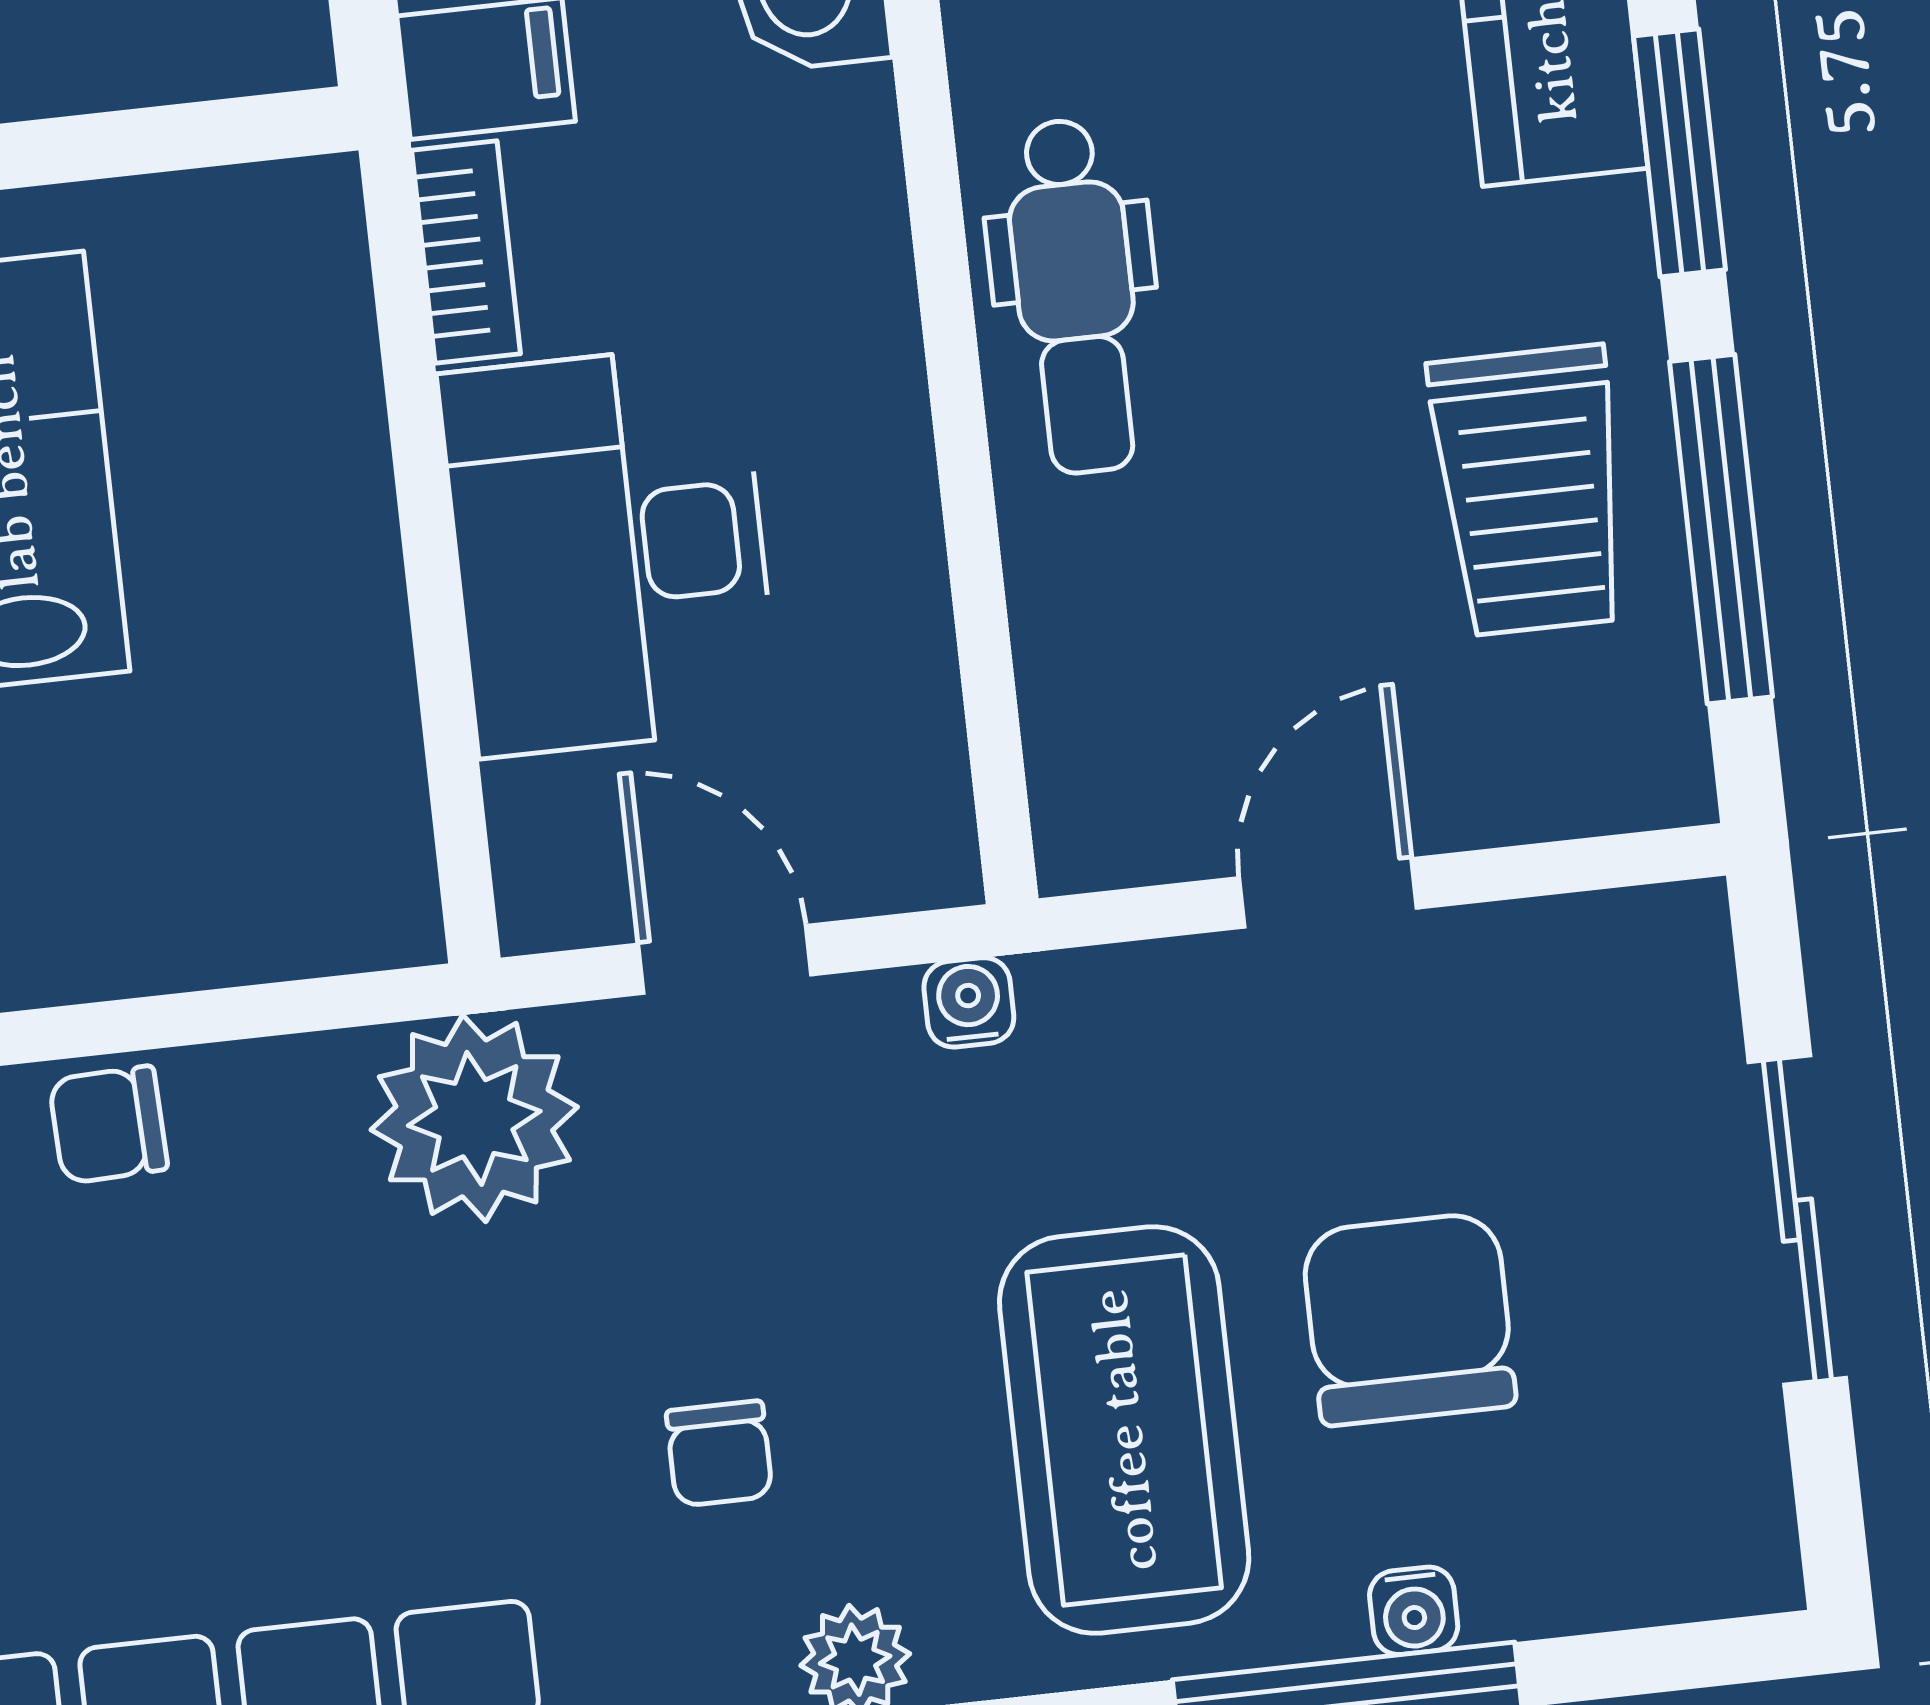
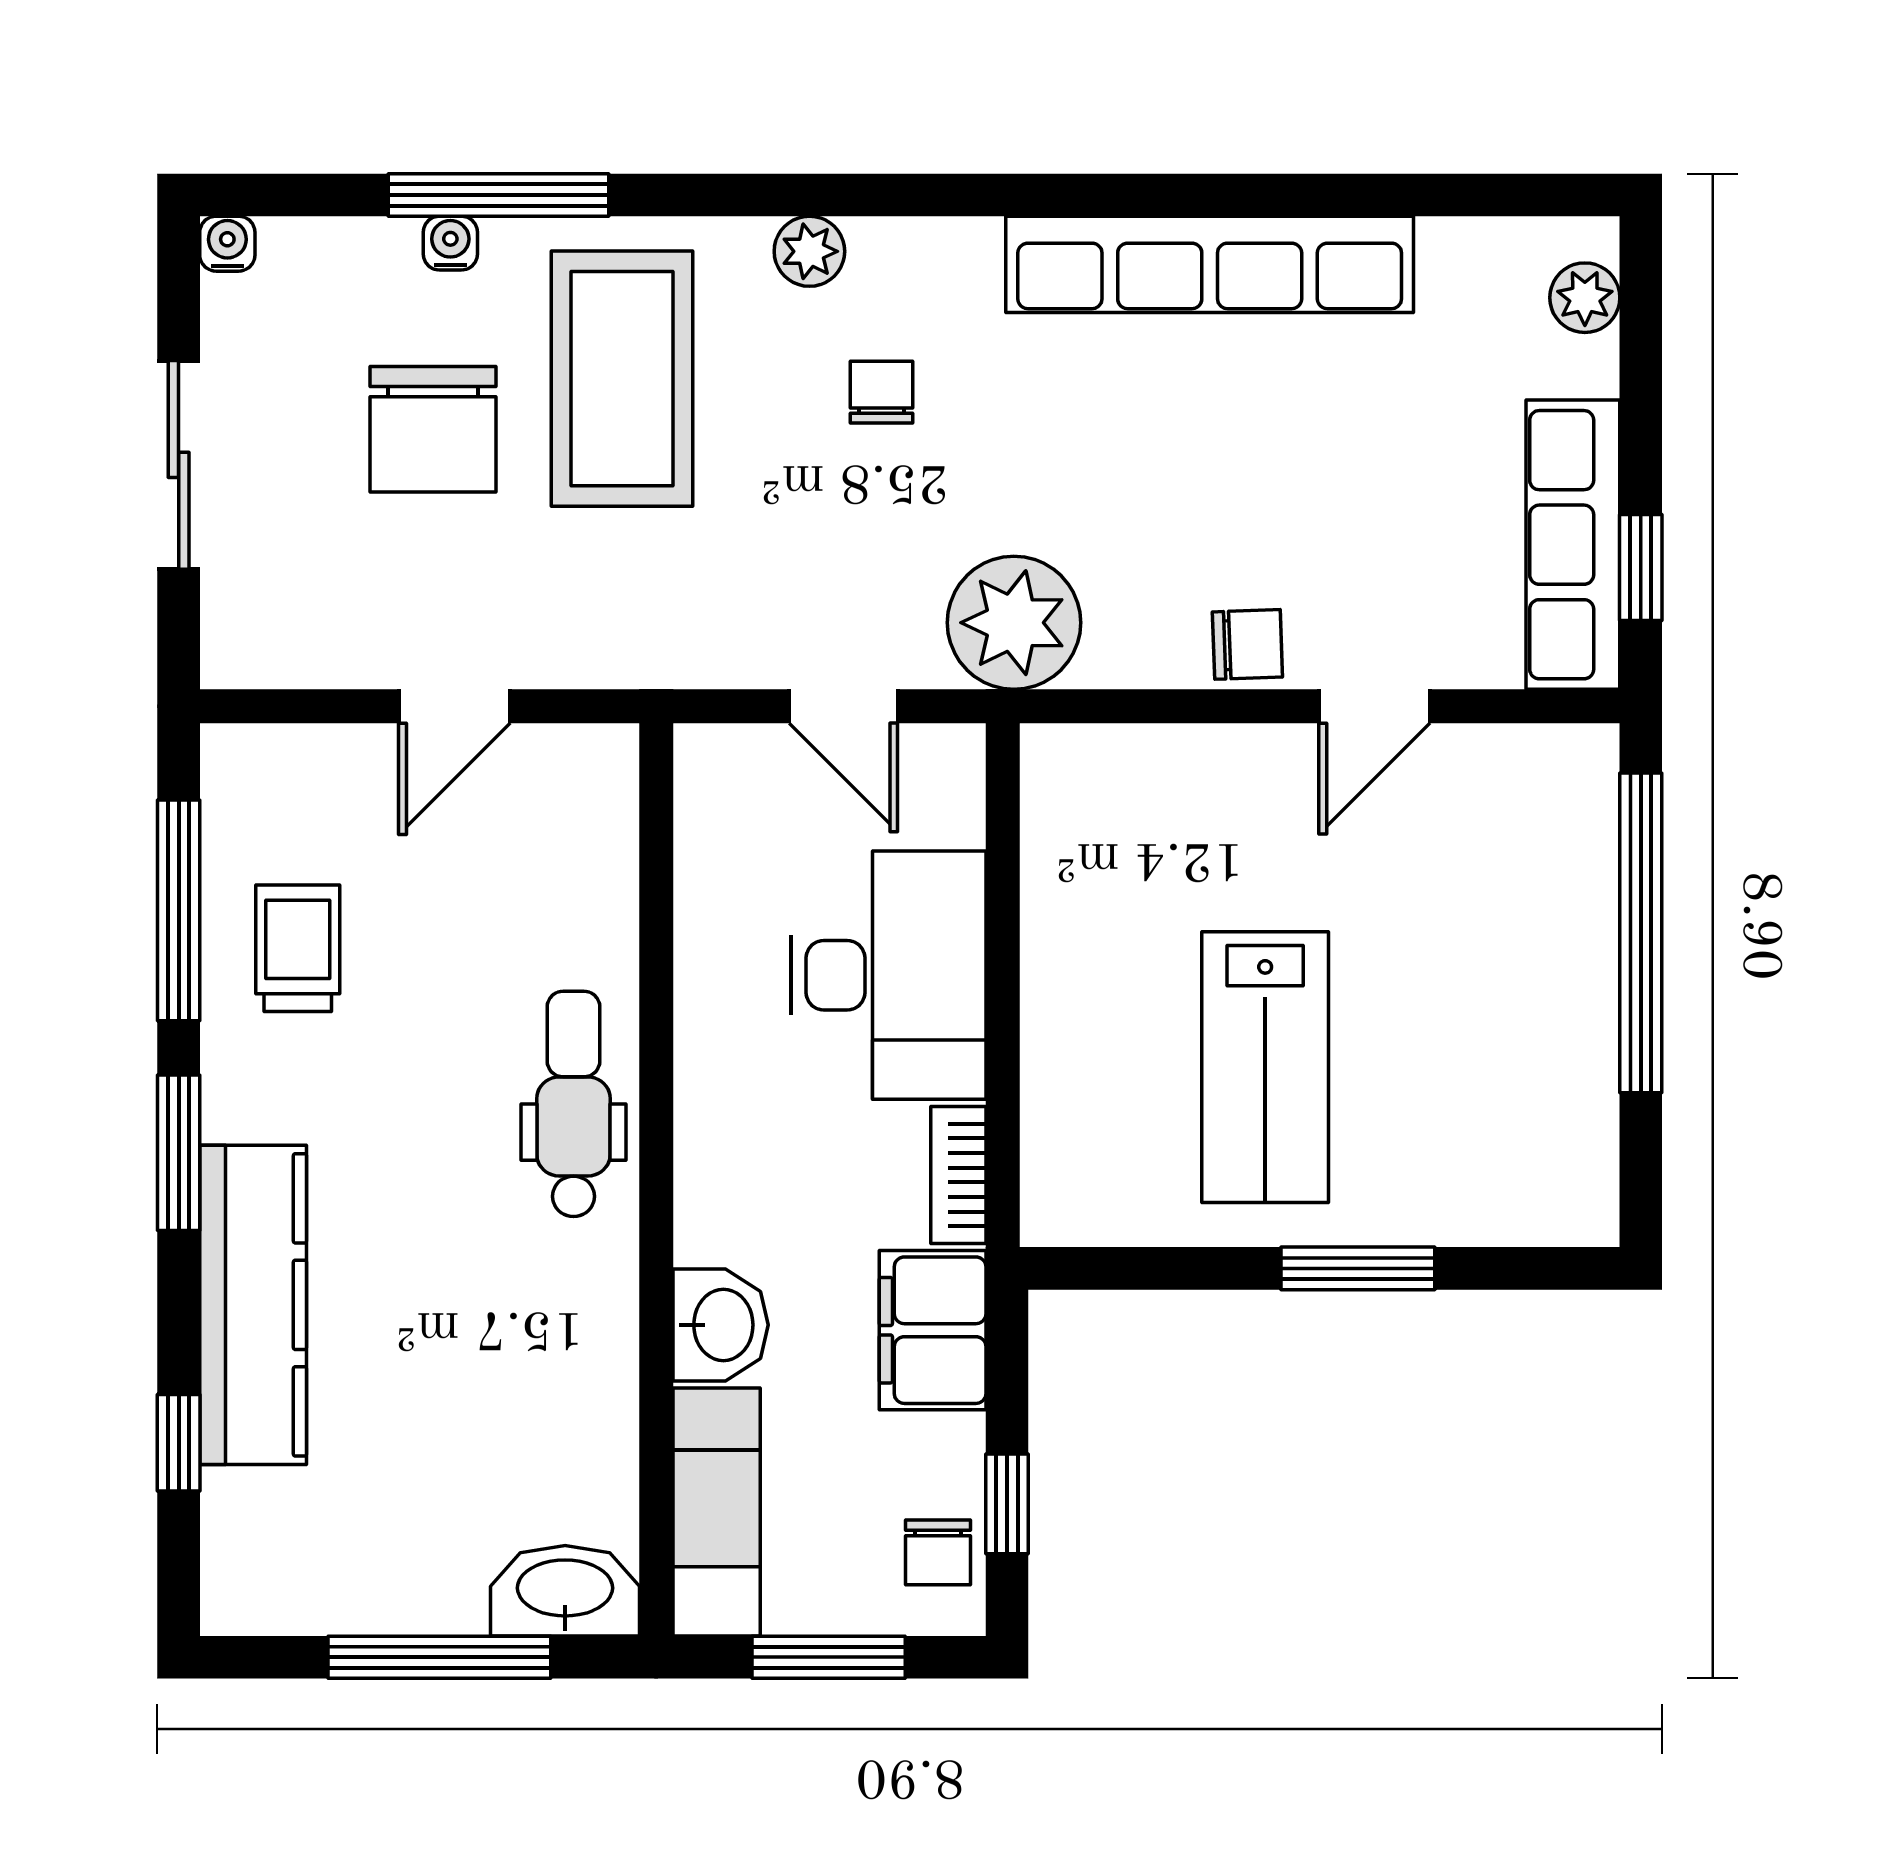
trolley: (1530, 491) -> (298, 948), width x0.73, depth x0.72
water cooler: (969, 1002) -> (227, 244), moved, turned 180

